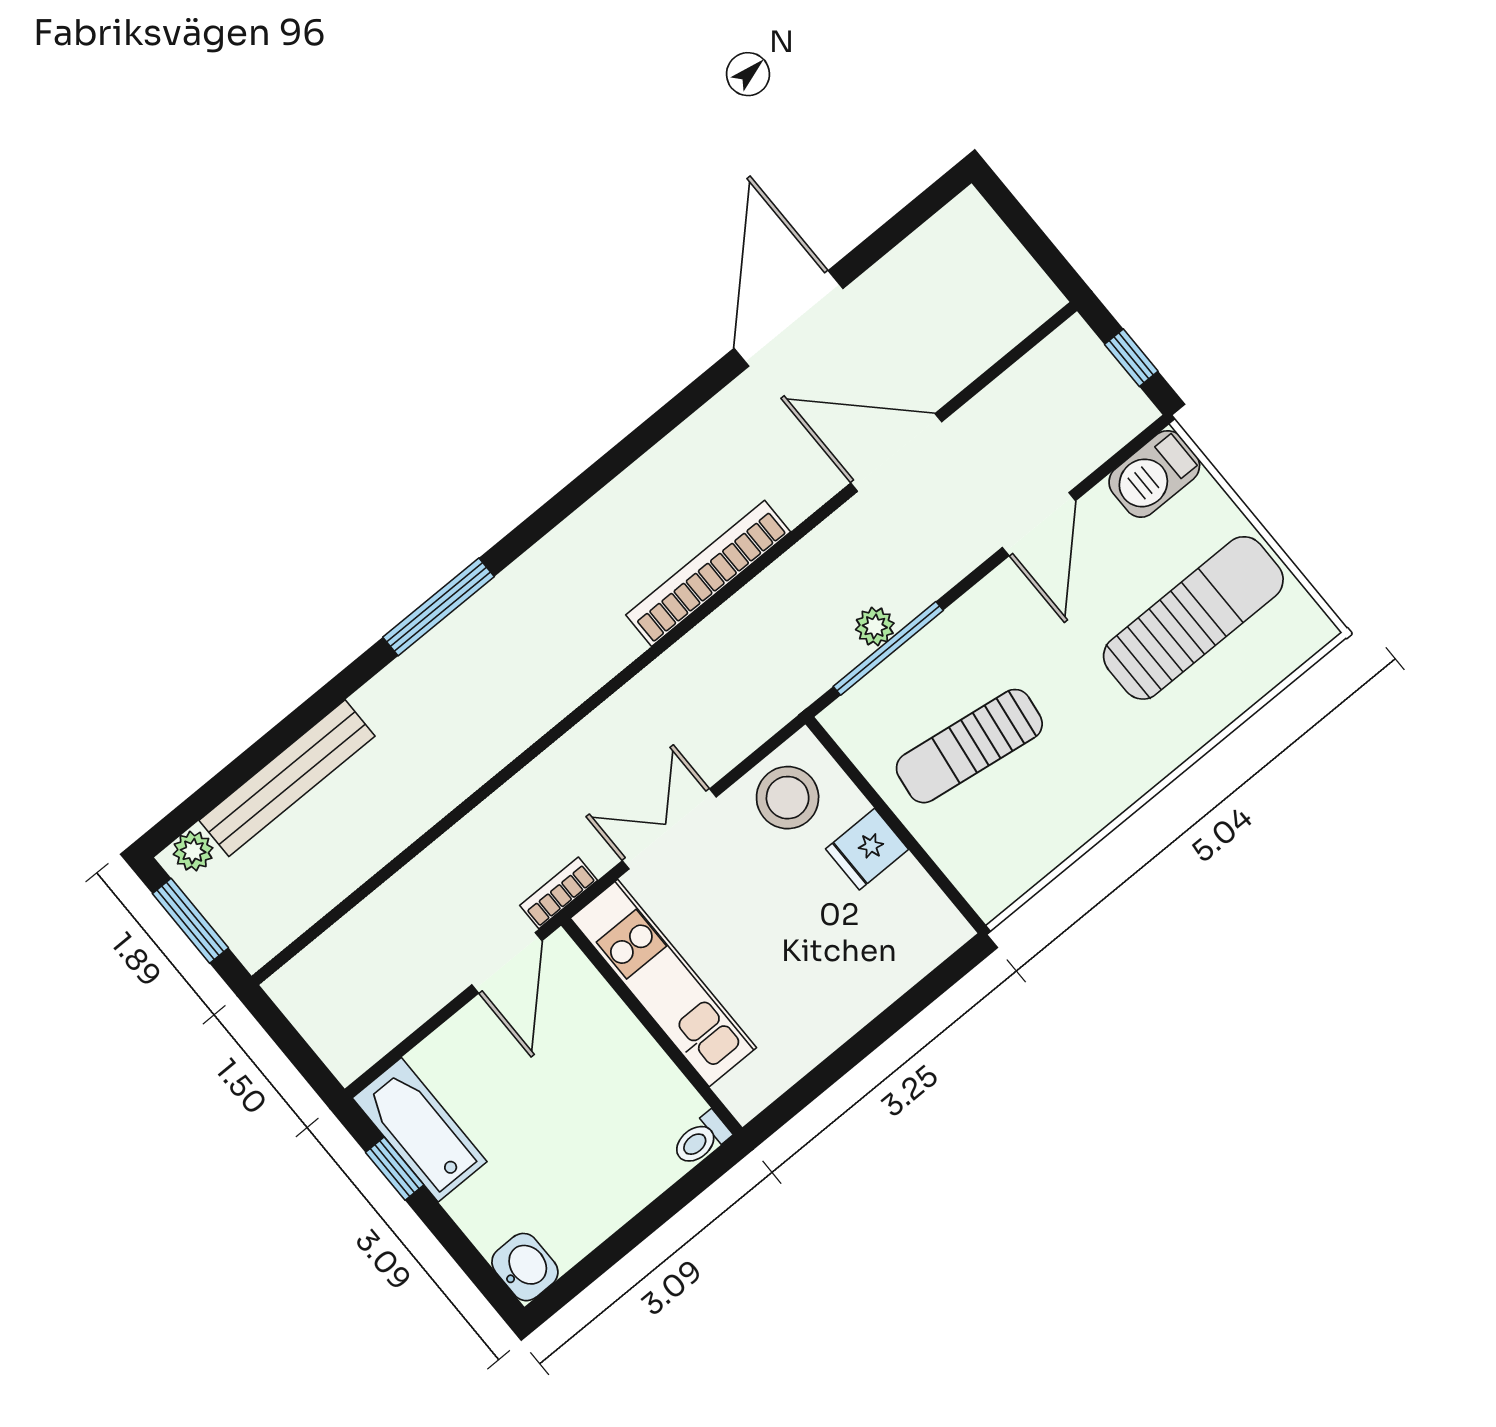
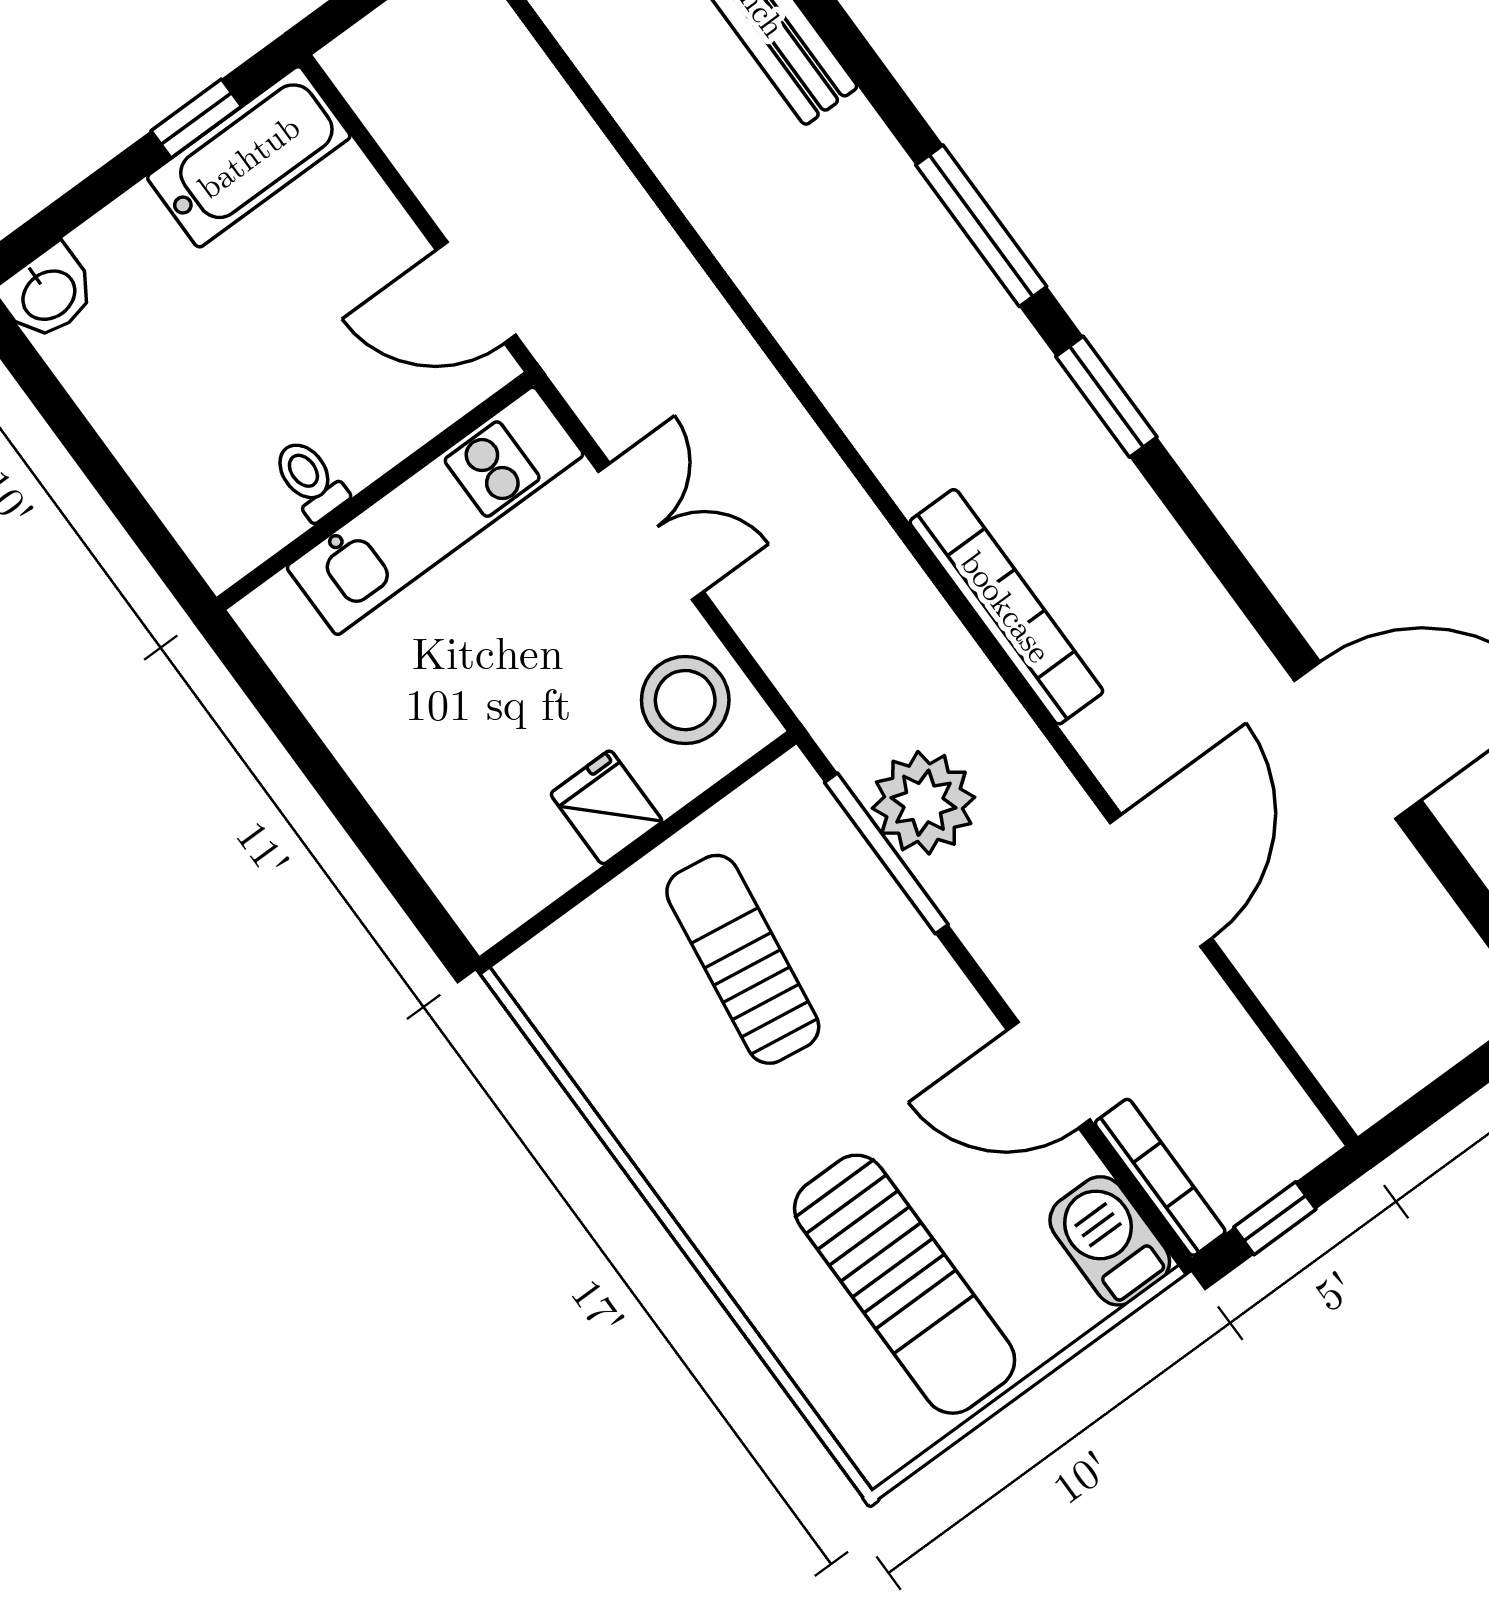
window: (555, 511) -> (1106, 397), added
plant: (875, 626) -> (924, 803), width x1.87, depth x1.87
bookcase: (559, 893) -> (1160, 1177), moved, width x1.56
toilet: (701, 1139) -> (310, 480), moved

